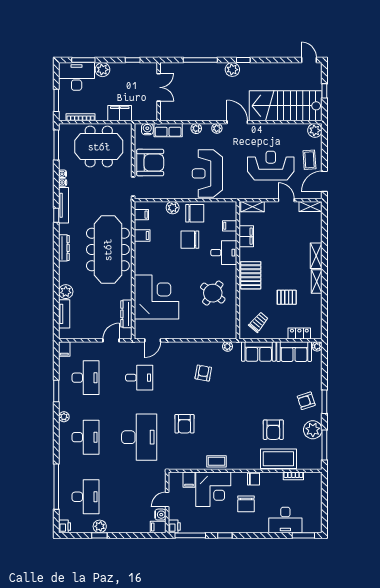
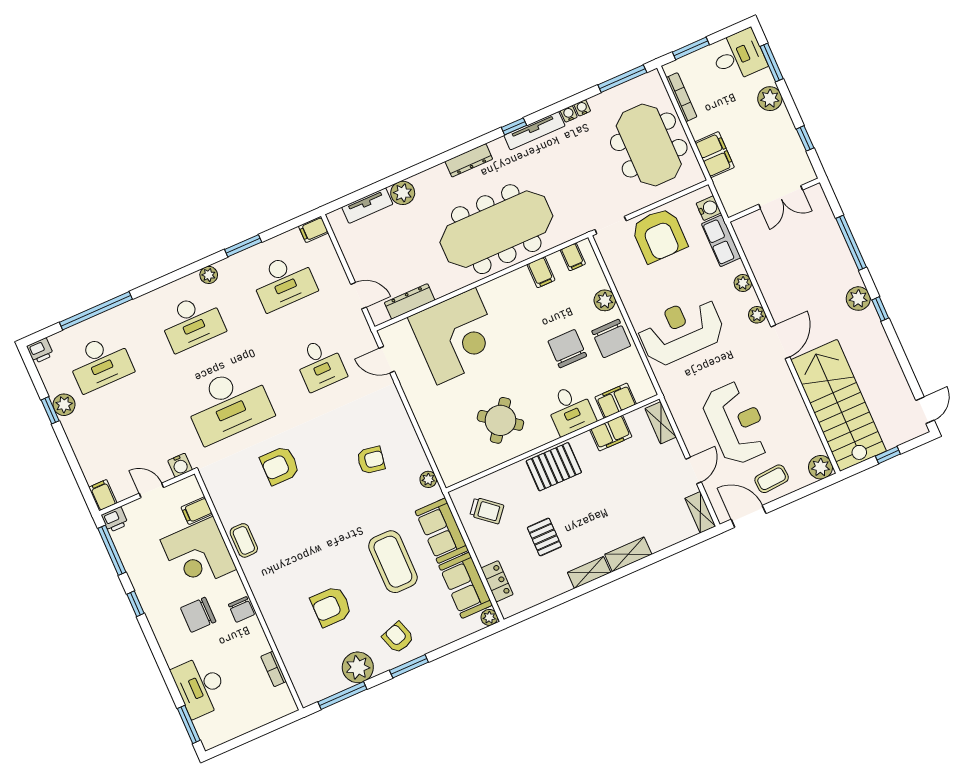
desk: (77, 76) -> (738, 56), width x0.73
filing cabinet: (230, 226) -> (616, 401), width x2.00
coffee table: (278, 459) -> (393, 562), moved
water cooler: (160, 515) -> (180, 465), moved

